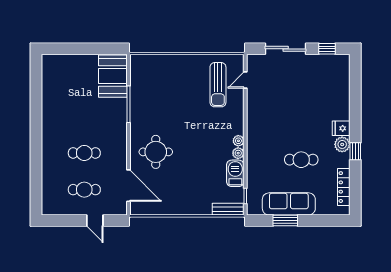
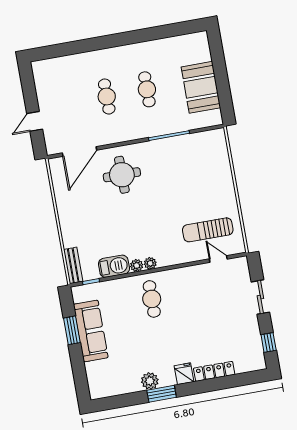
sliding door: (286, 49) -> (260, 297), width x0.73
booth: (113, 76) -> (201, 87), moved, turned 90
plant: (342, 144) -> (150, 381), moved
window: (355, 151) -> (162, 394), width x1.50
cafe table: (301, 160) -> (152, 299), moved
locker: (344, 187) -> (214, 371), moved
cafe table: (84, 190) -> (147, 89), moved

